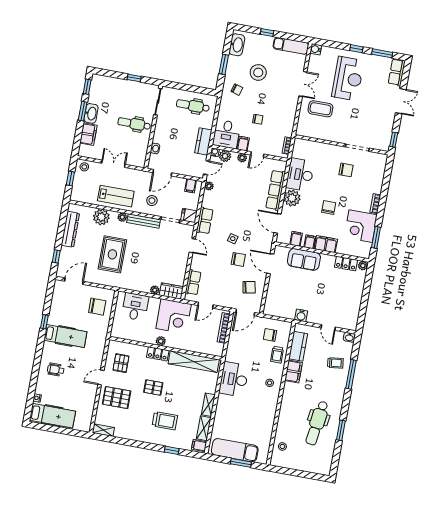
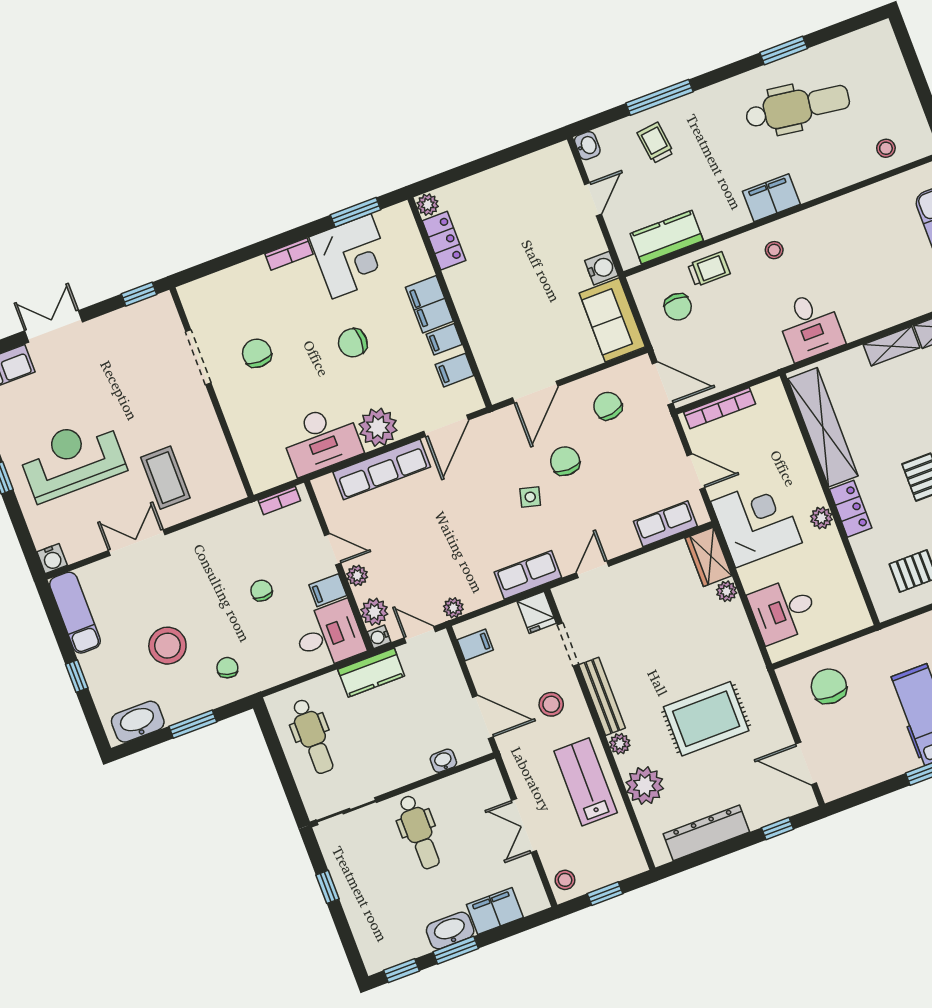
sofa: (304, 259) -> (612, 320), moved, turned 180
filing cabinet: (293, 371) -> (771, 198), moved
desk: (234, 379) -> (810, 326), width x0.73

